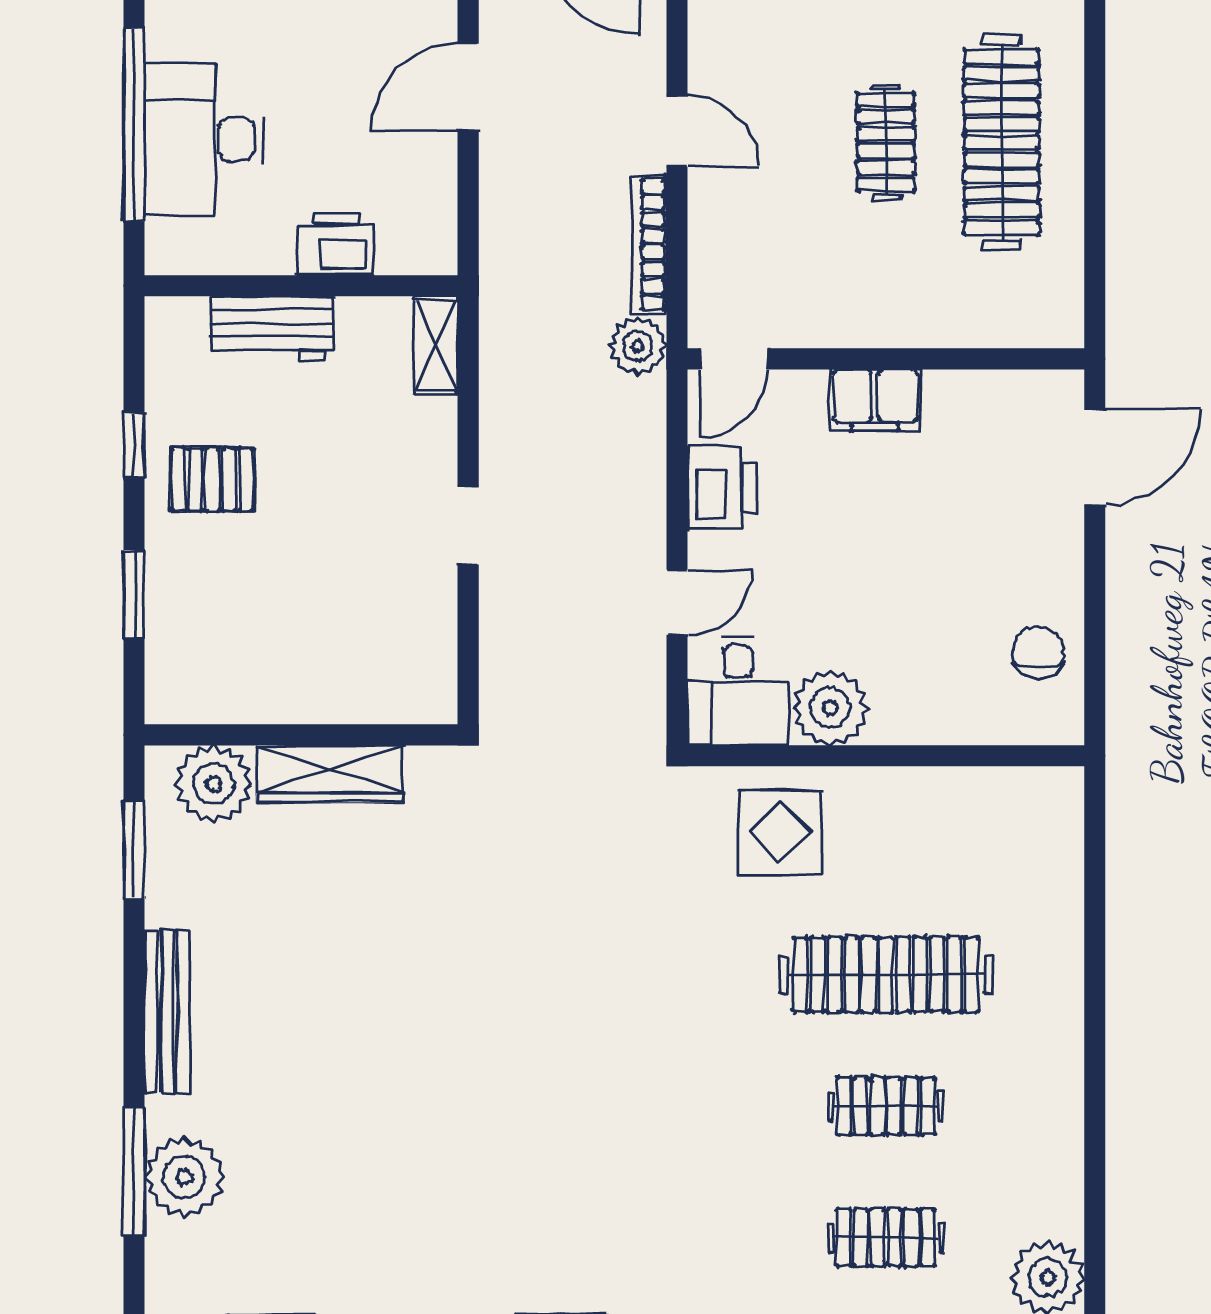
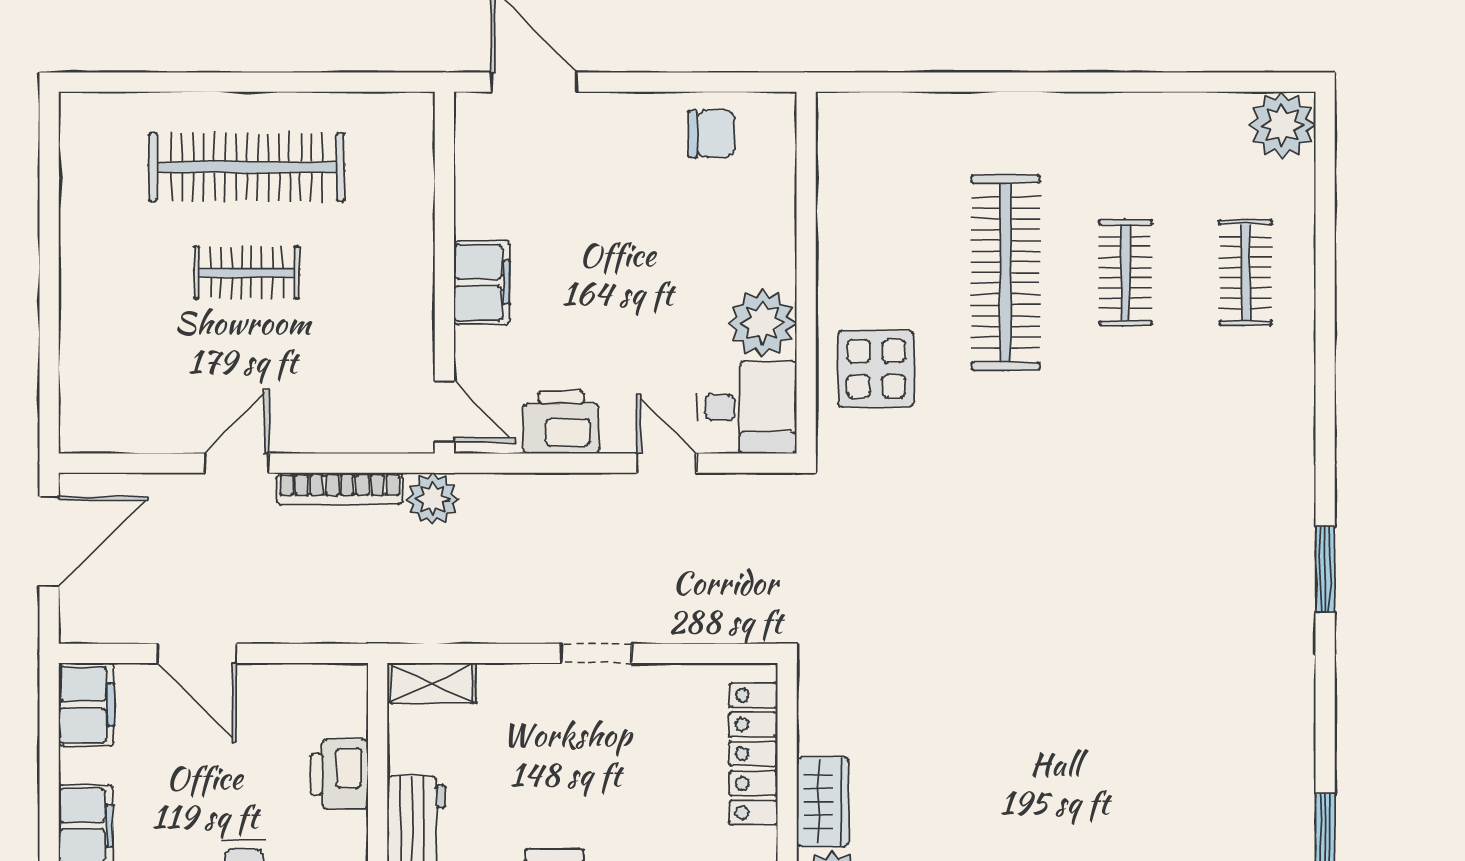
chair: (1038, 652) -> (712, 134), turned 180
locker: (358, 698) -> (753, 754), added
wardrobe: (330, 774) -> (823, 802), width x0.67

